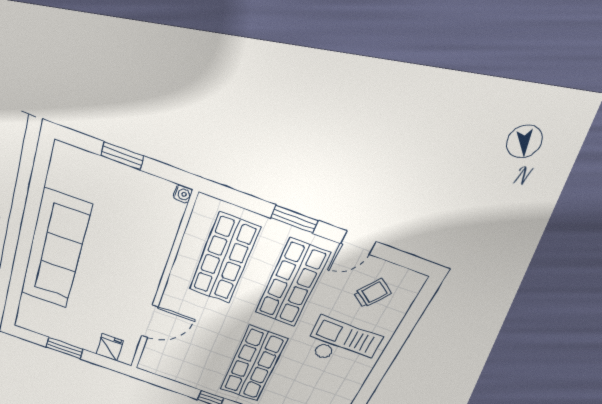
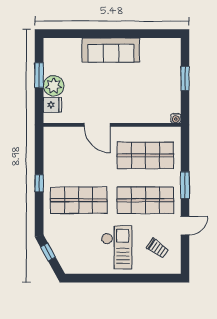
door: (358, 243) -> (185, 226), swing flipped
sofa: (55, 250) -> (111, 50), width x0.74, depth x0.79
door: (150, 321) -> (97, 125), moved
plant: (84, 337) -> (54, 86), added

